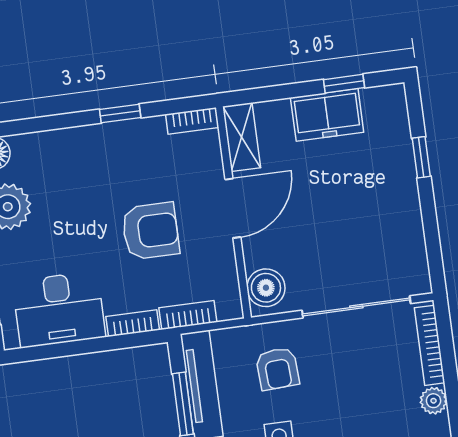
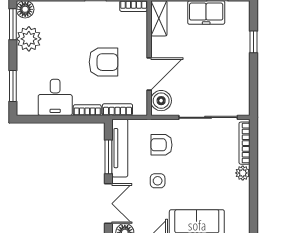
door: (233, 208) -> (149, 74), moved
desk: (59, 309) -> (55, 97), width x0.73
armchair: (277, 369) -> (161, 145), turned 93

